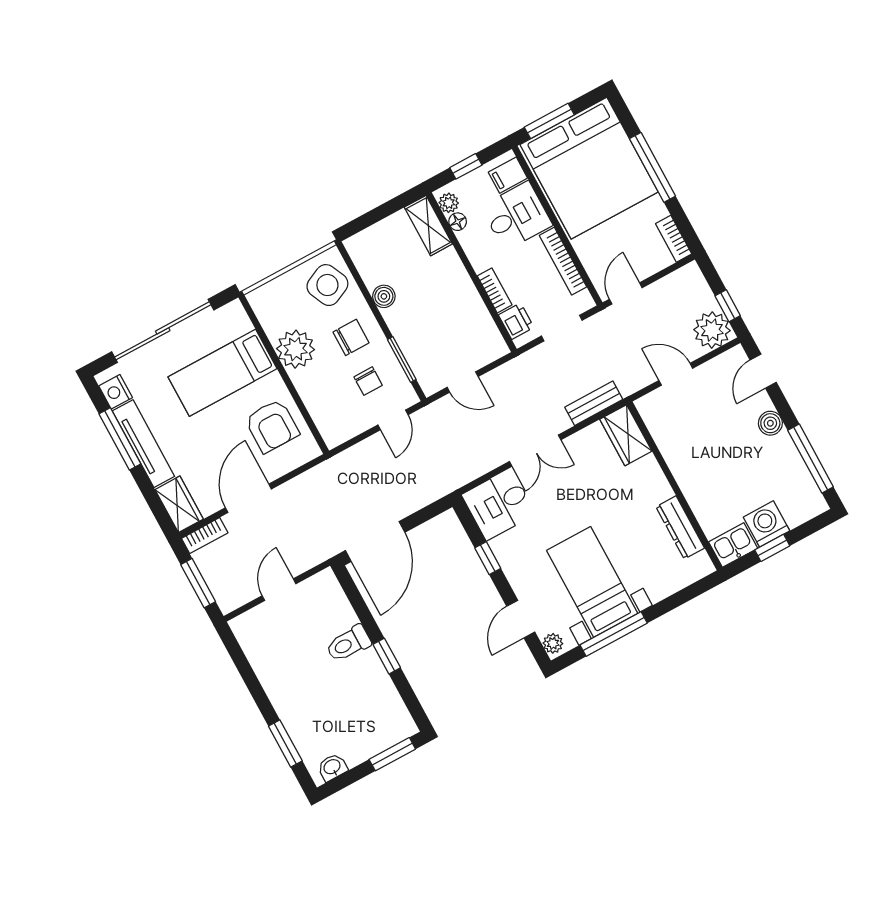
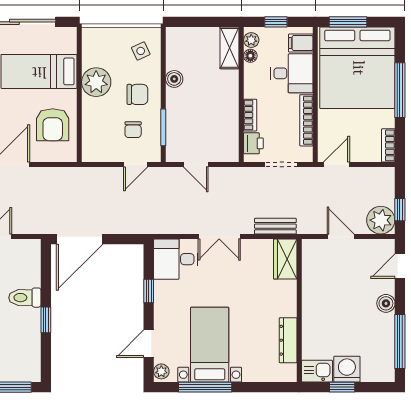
side table: (327, 285) -> (141, 51), width x0.54, depth x0.54

